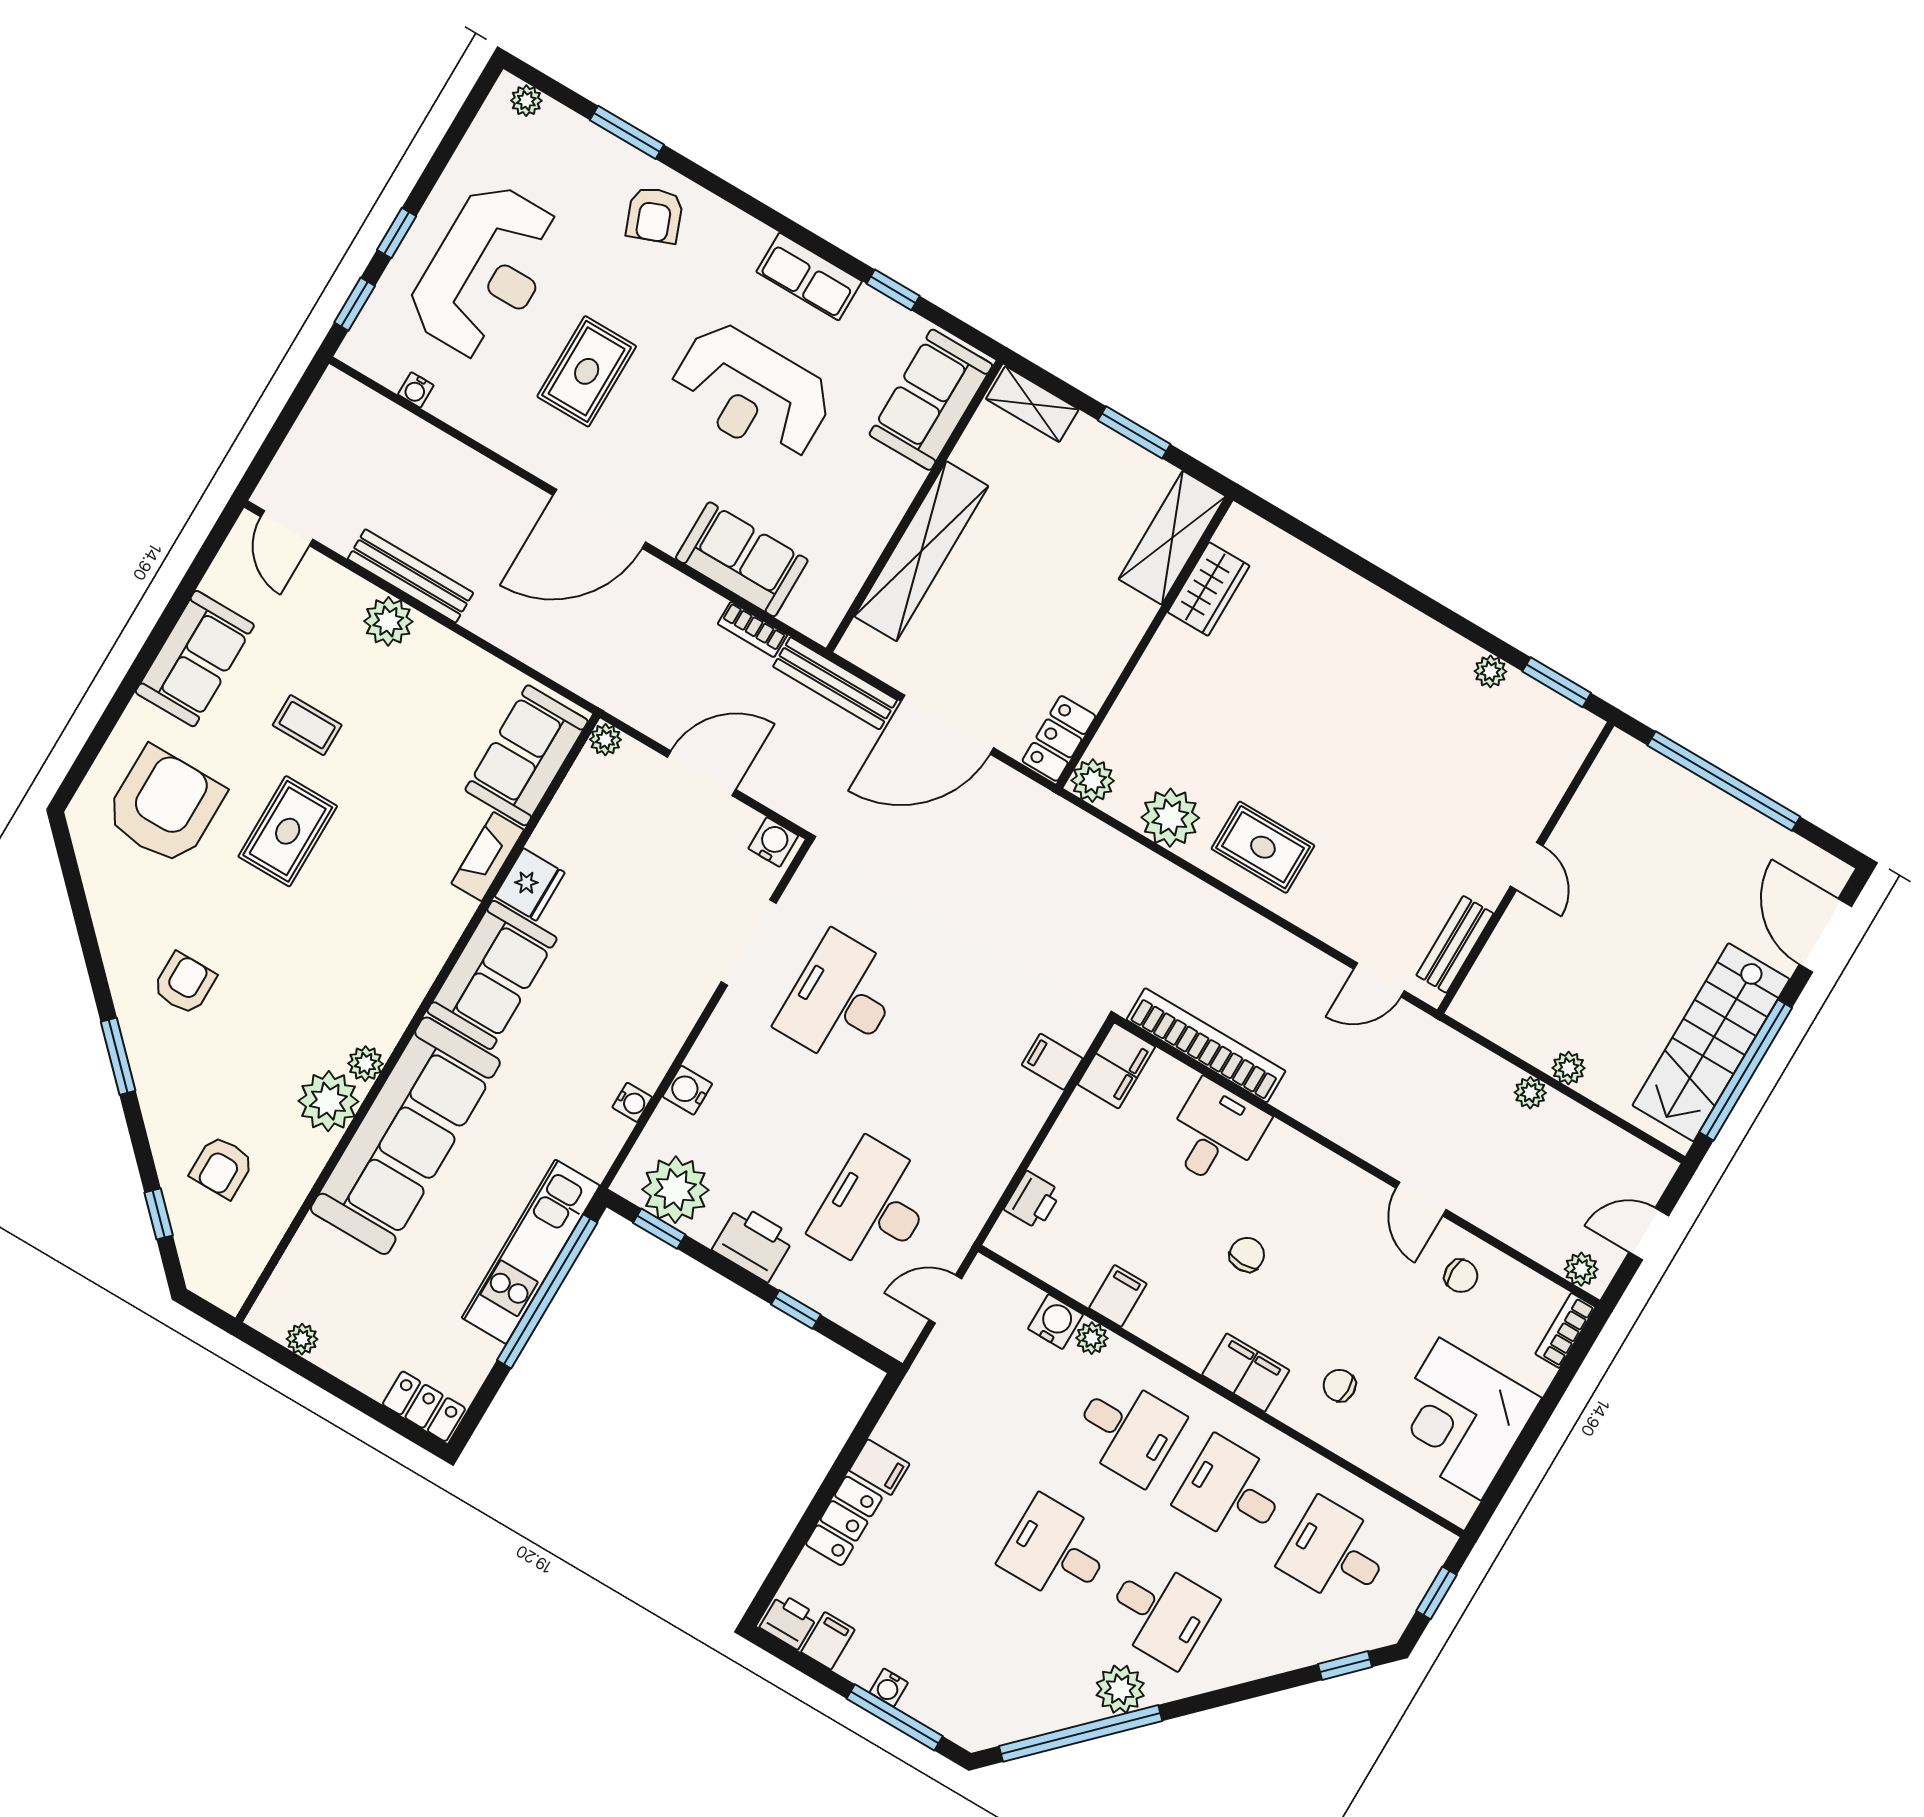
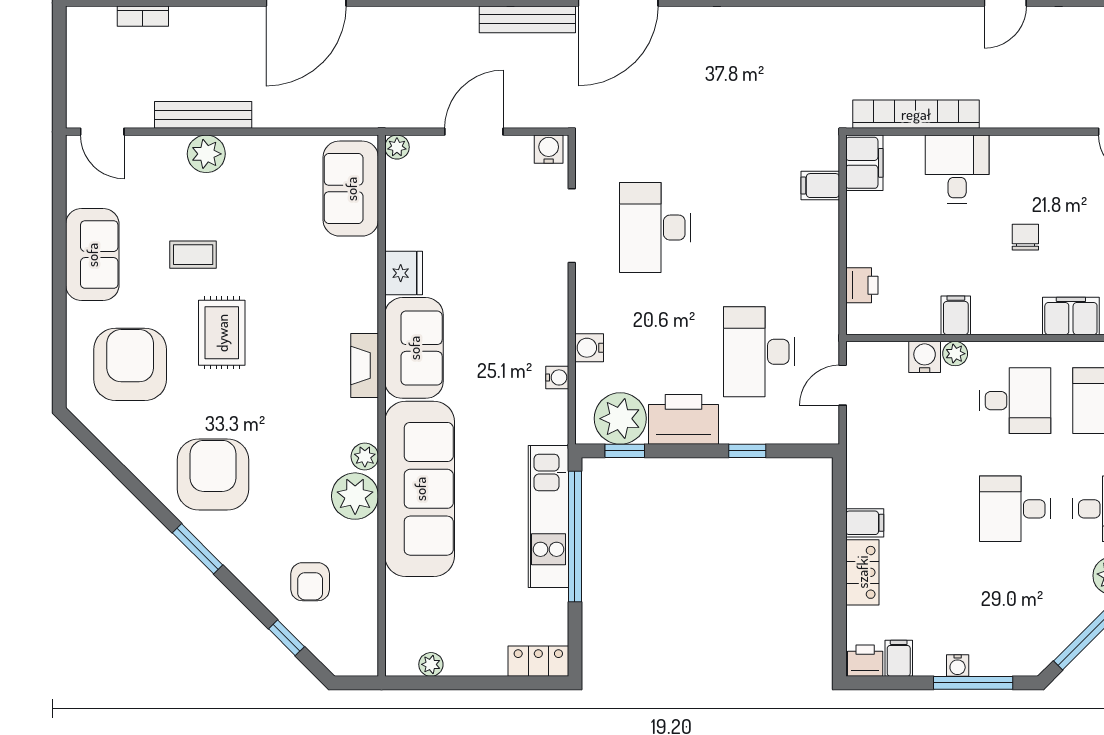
bookcase: (752, 630) -> (143, 16), moved
fireplace: (488, 857) -> (365, 365), moved
armchair: (184, 984) -> (213, 475), width x1.88, depth x1.88
printer: (753, 1243) -> (684, 419), width x1.37, depth x1.19

